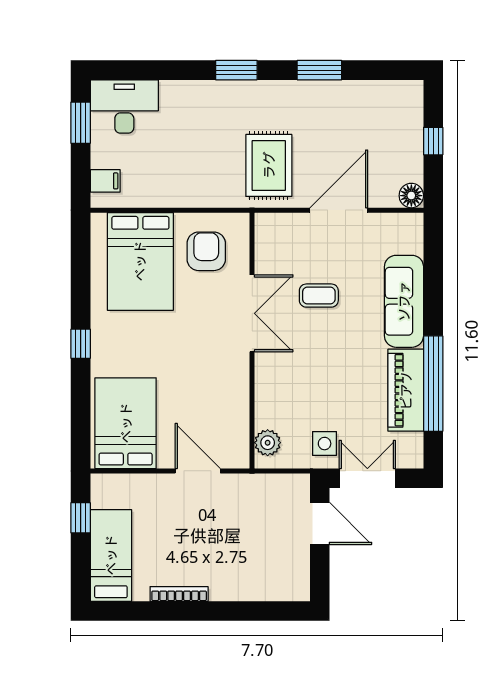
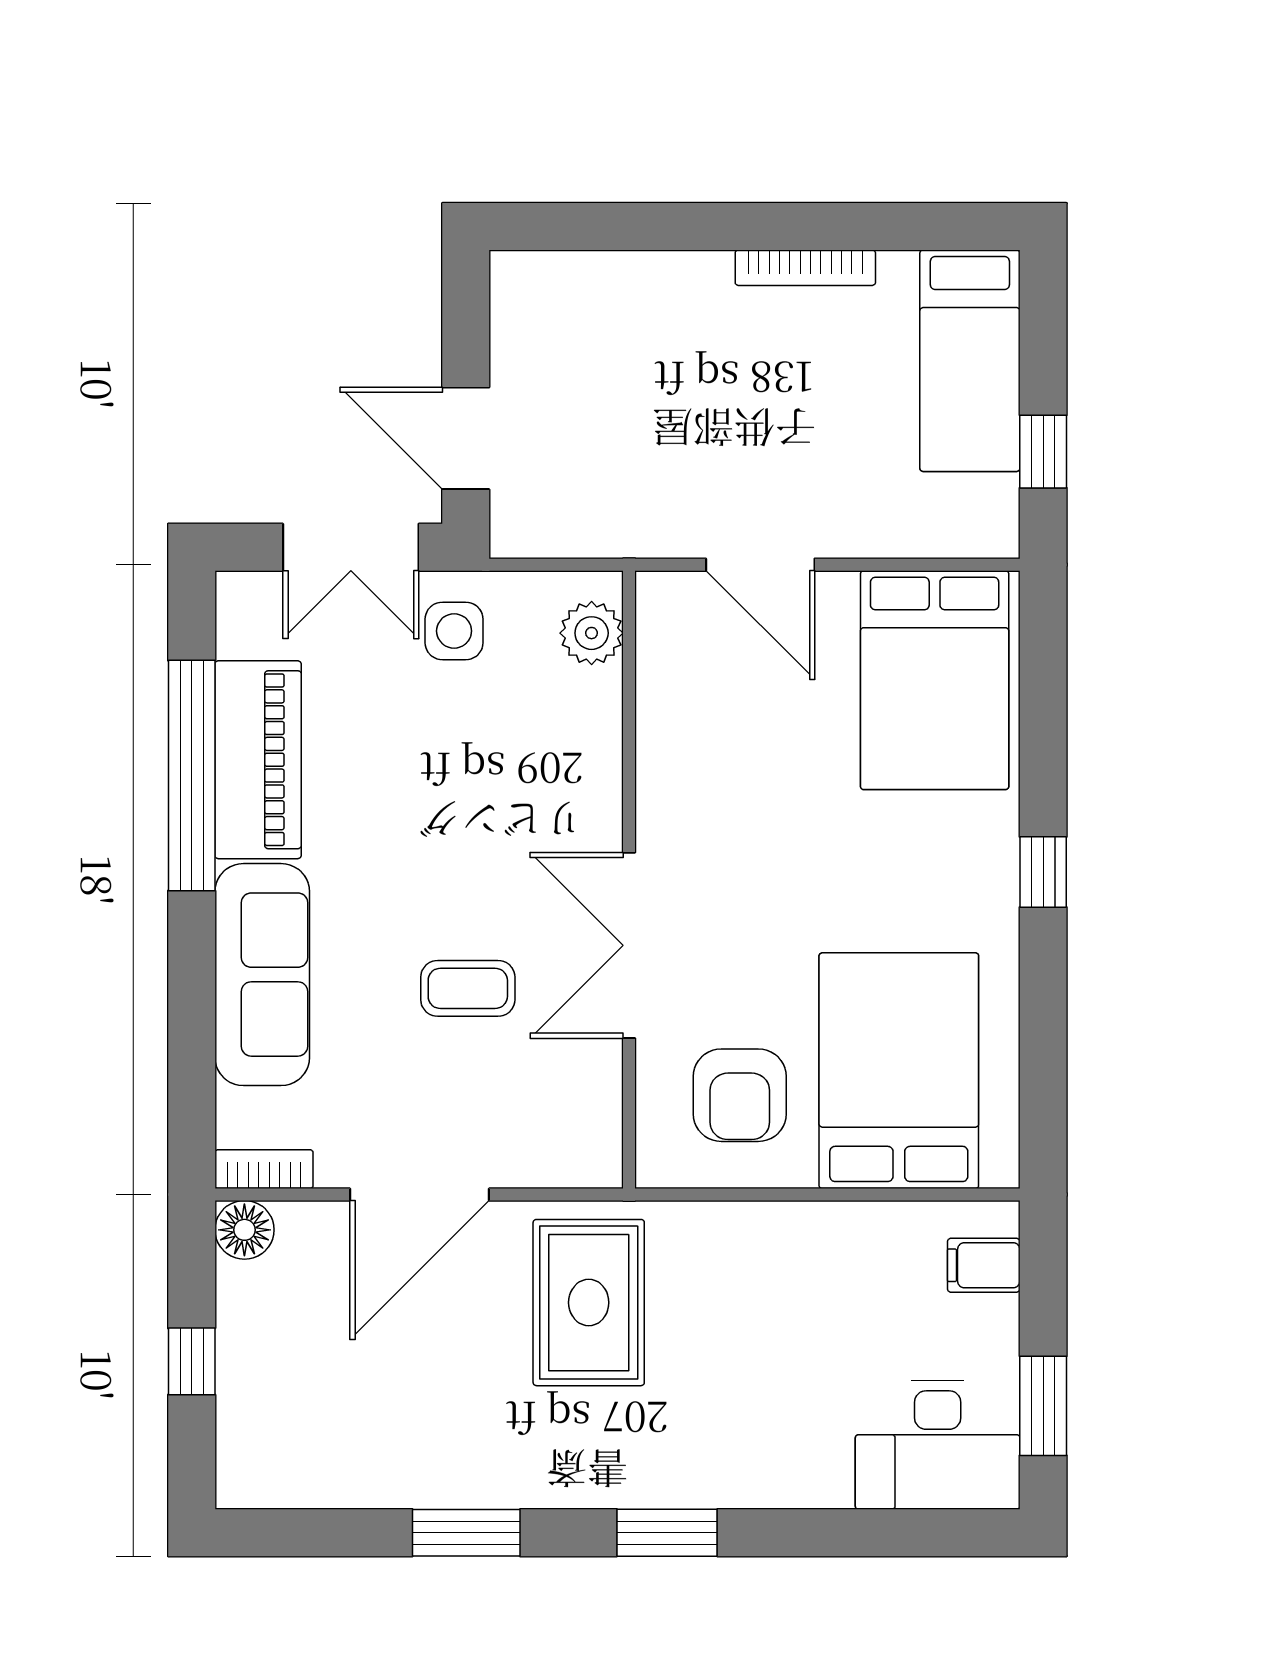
bookcase: (403, 221) -> (264, 1169), added

